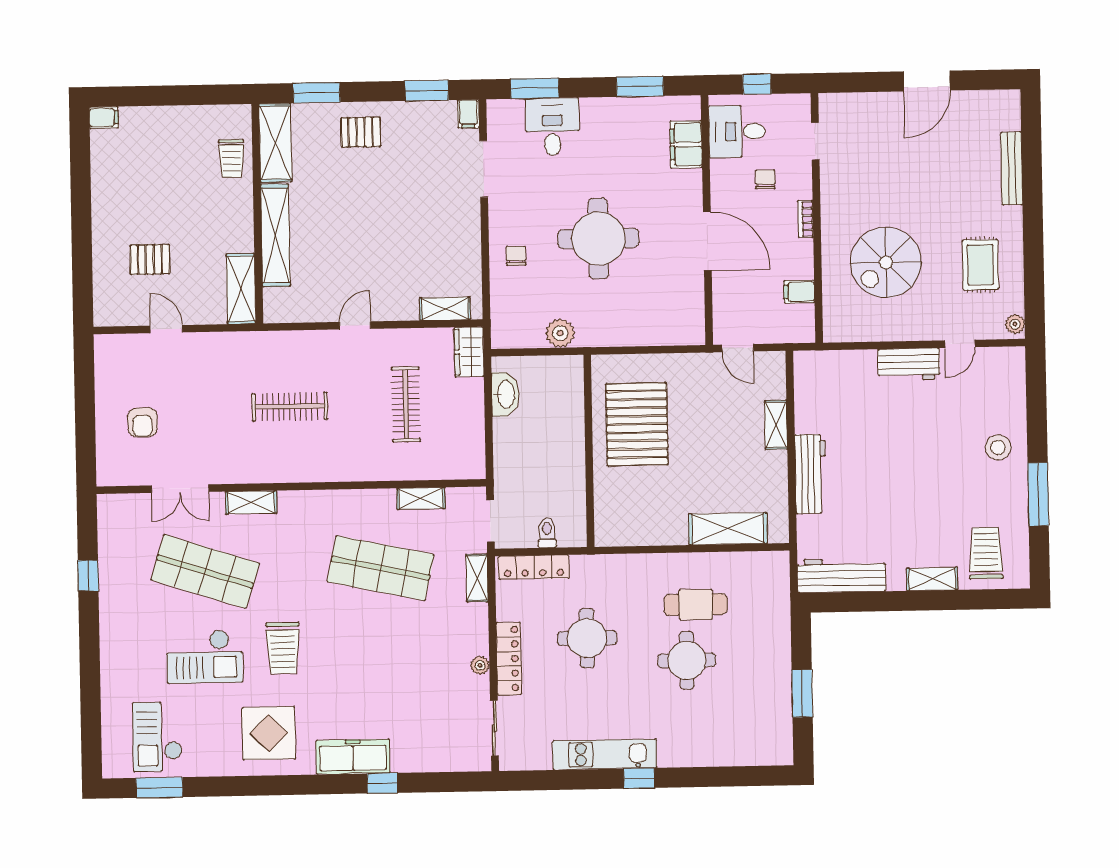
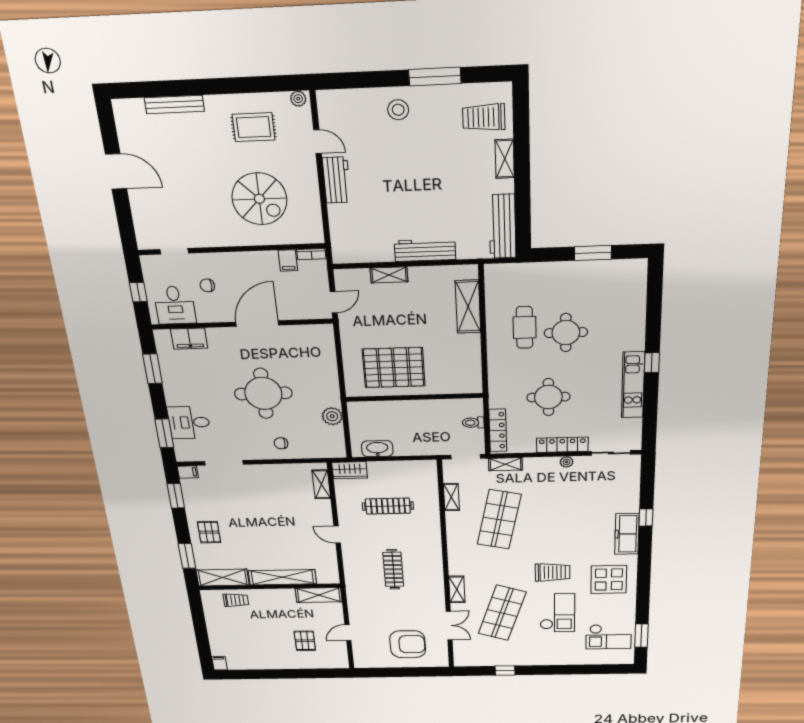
bookcase: (806, 219) -> (311, 254), moved
armchair: (143, 422) -> (408, 644), width x1.88, depth x1.88

